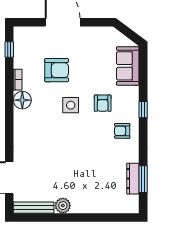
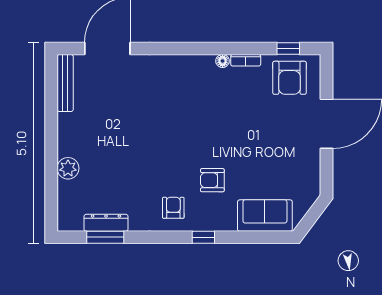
armchair: (57, 70) -> (289, 78), moved
floor lamp: (22, 100) -> (223, 61), width x0.53, depth x0.53
side table: (71, 105) -> (210, 135), removed
plant: (63, 206) -> (68, 168), moved

